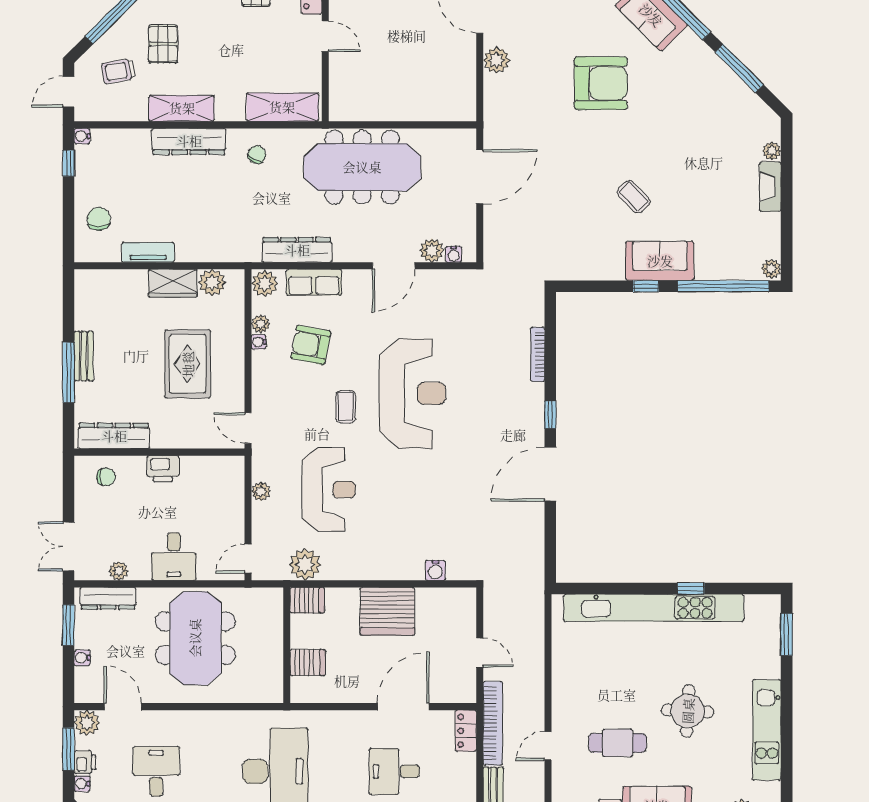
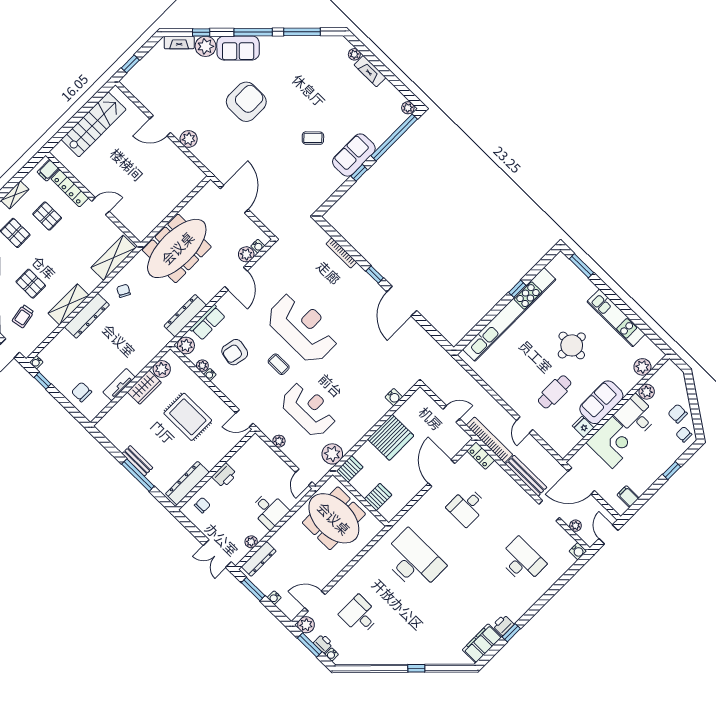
meeting table: (195, 638) -> (334, 518), moved

